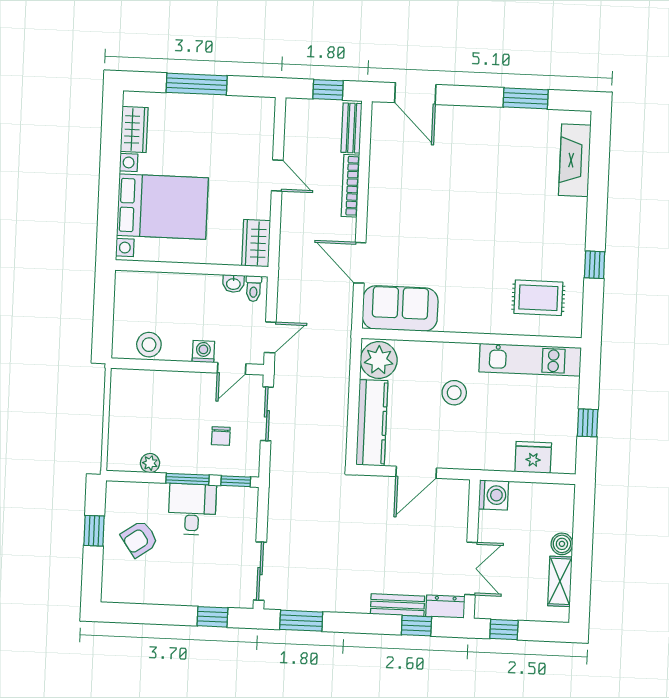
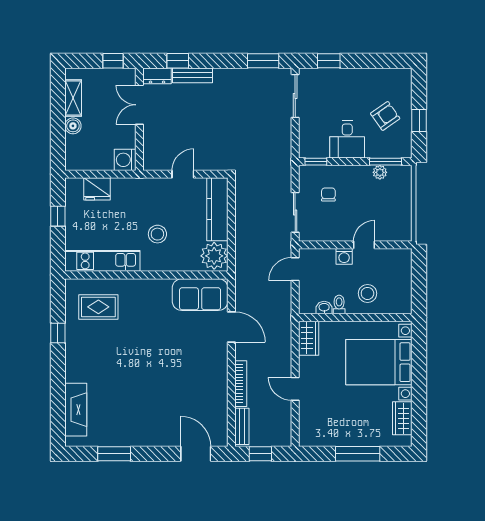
toilet: (254, 289) -> (339, 305), moved
stool: (149, 345) -> (367, 293), moved
door: (232, 368) -> (364, 245), moved
door: (416, 472) -> (183, 174), width x0.73
window: (188, 479) -> (386, 162), moved

